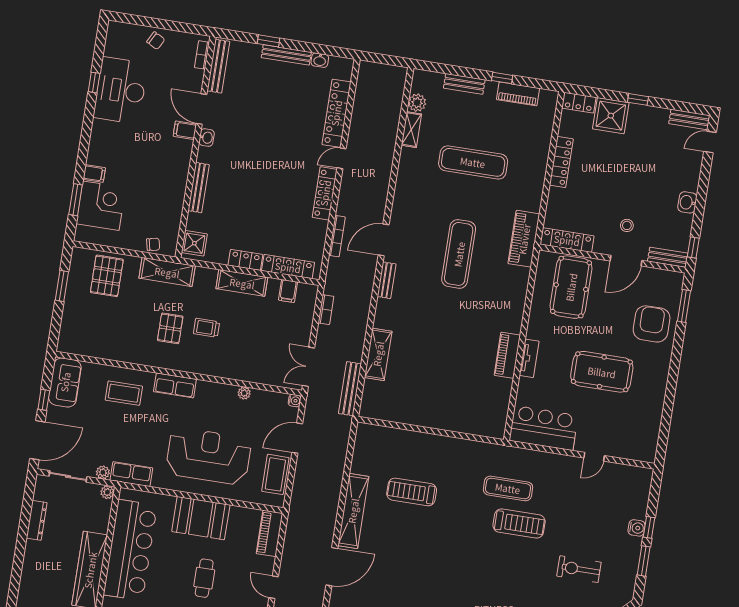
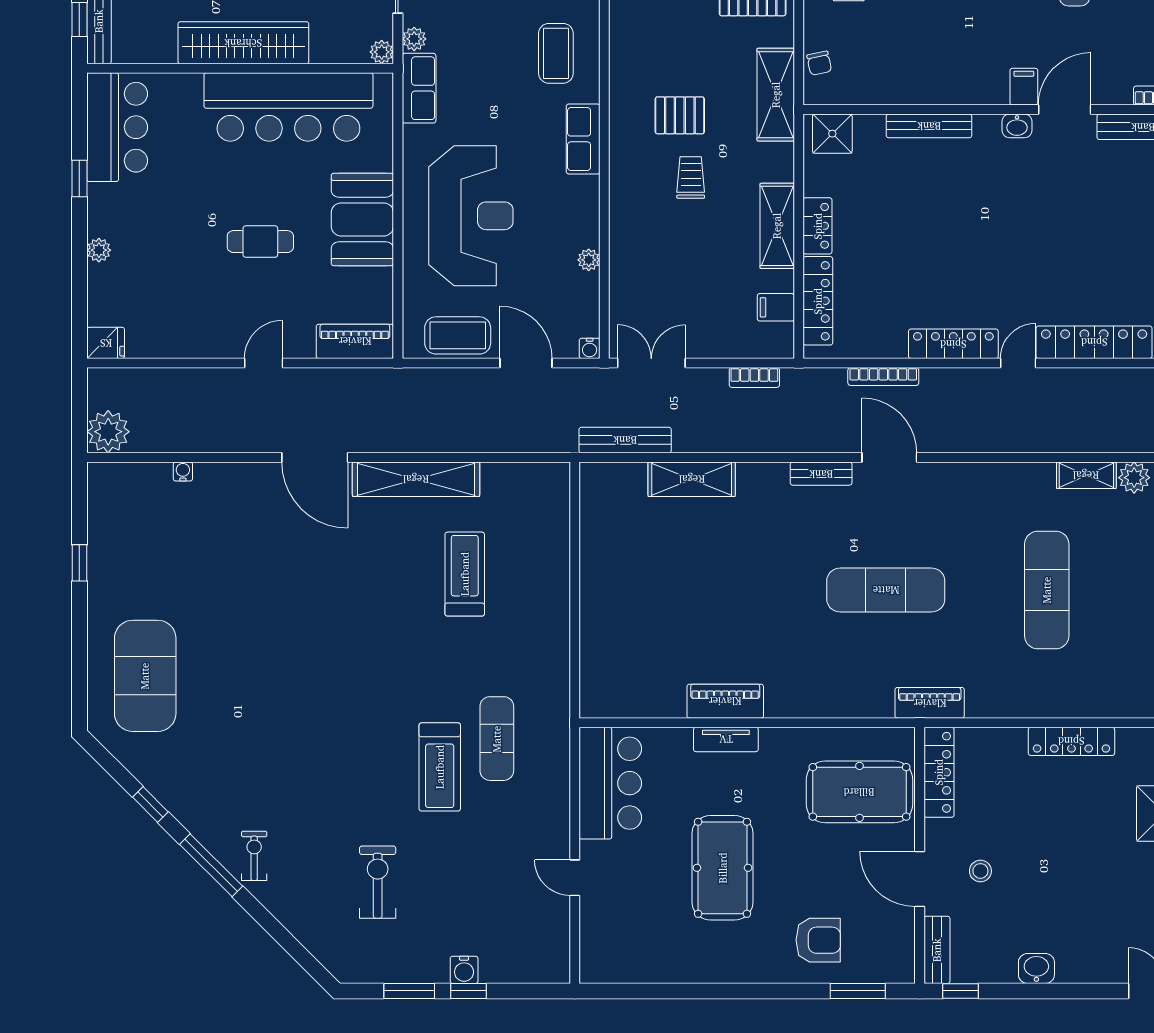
door: (341, 158) -> (1018, 363), hinge flipped
piano: (524, 239) -> (930, 703), width x0.73, depth x0.75
armchair: (652, 324) -> (818, 940), width x0.73, depth x0.73

